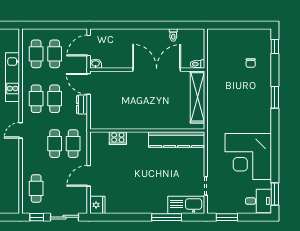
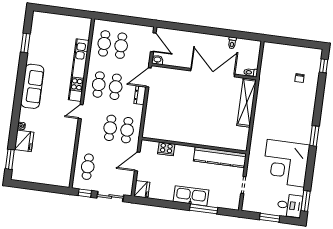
door: (89, 46) -> (153, 42), swing flipped
kitchen unit: (13, 77) -> (79, 70), width x1.36
door: (89, 84) -> (149, 77), hinge flipped
window: (275, 97) -> (314, 136), moved
wall: (147, 131) -> (194, 145), moved
cooker: (118, 138) -> (166, 149), moved
kitchen counter: (177, 140) -> (220, 157), moved
kitchen sink: (186, 205) -> (191, 196), moved
window: (227, 217) -> (270, 218), moved

